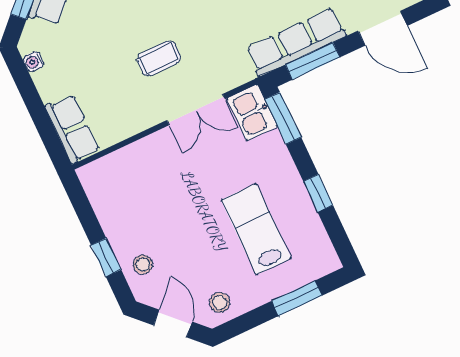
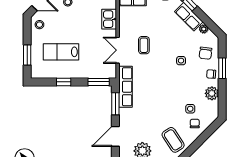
row of seats: (296, 42) -> (125, 87), moved
kitchen sink: (252, 112) -> (109, 19), moved, turned -90
lab bench: (256, 229) -> (61, 52), turned 180

